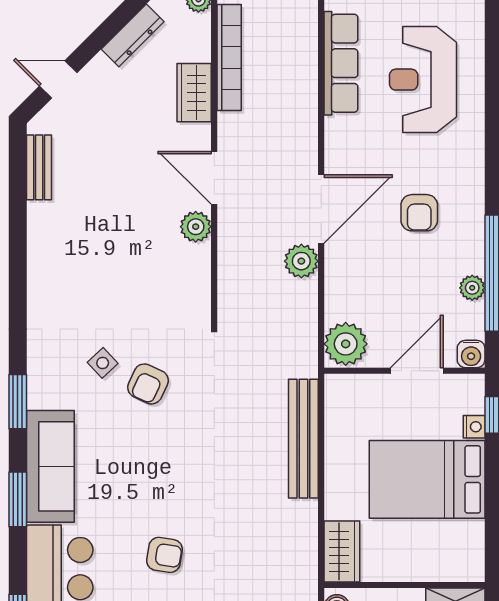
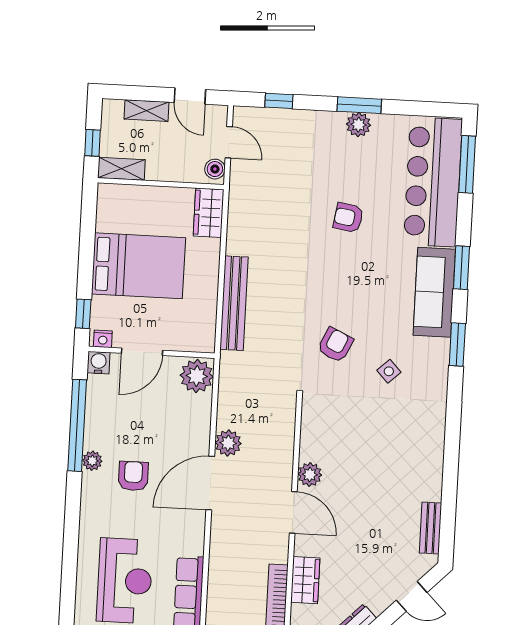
plant: (472, 288) -> (92, 461), moved
armchair: (148, 384) -> (335, 345), moved
nightstand: (474, 427) -> (103, 339), moved, turned -90

